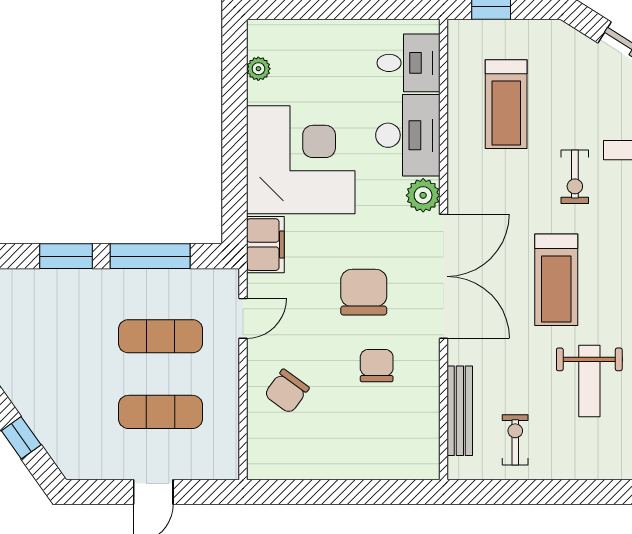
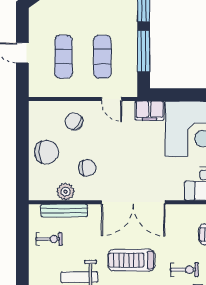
exercise bike: (575, 177) -> (184, 270), turned 180
plant: (423, 195) -> (66, 192), moved
chair: (364, 292) -> (47, 152), moved

